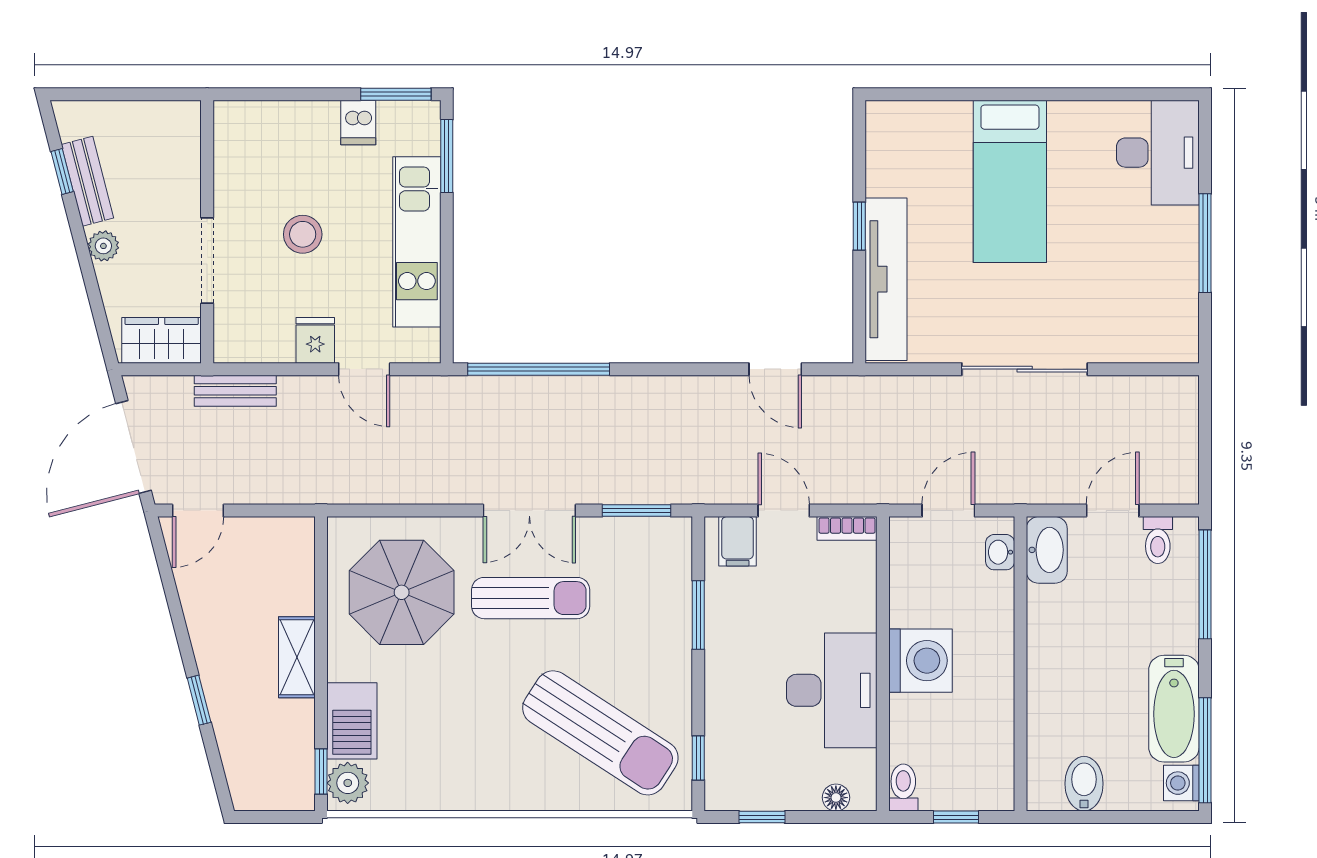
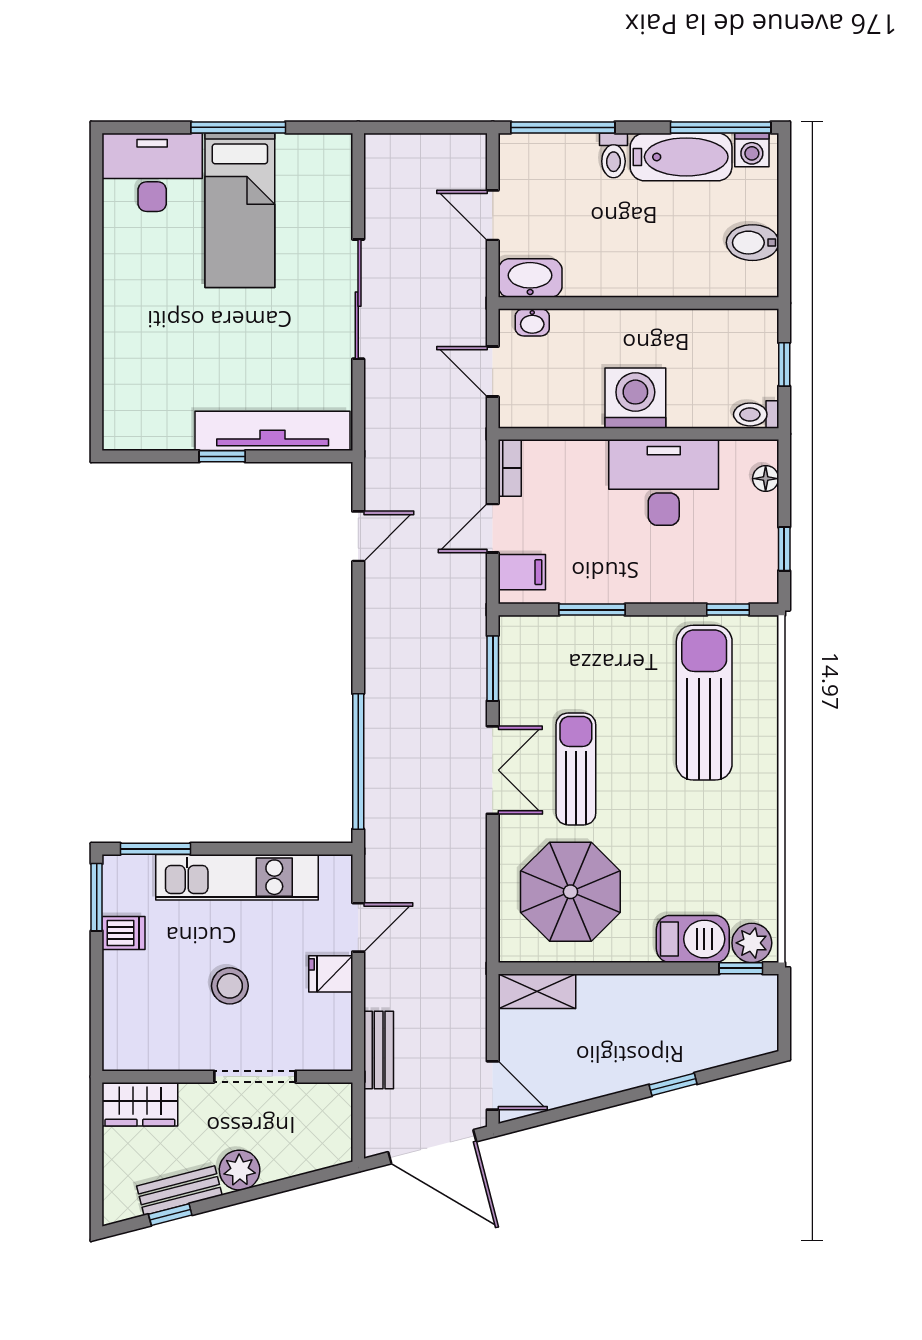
bed: (1010, 181) -> (240, 210), moved, turned 90
plant: (103, 246) -> (240, 1170), width x1.38, depth x1.38
wardrobe: (162, 340) -> (140, 1104), moved, turned -90
toilet: (1158, 540) -> (613, 155), moved, turned 90
shelving: (297, 657) -> (537, 991), moved
sun lounger: (600, 733) -> (704, 703), turned -33

